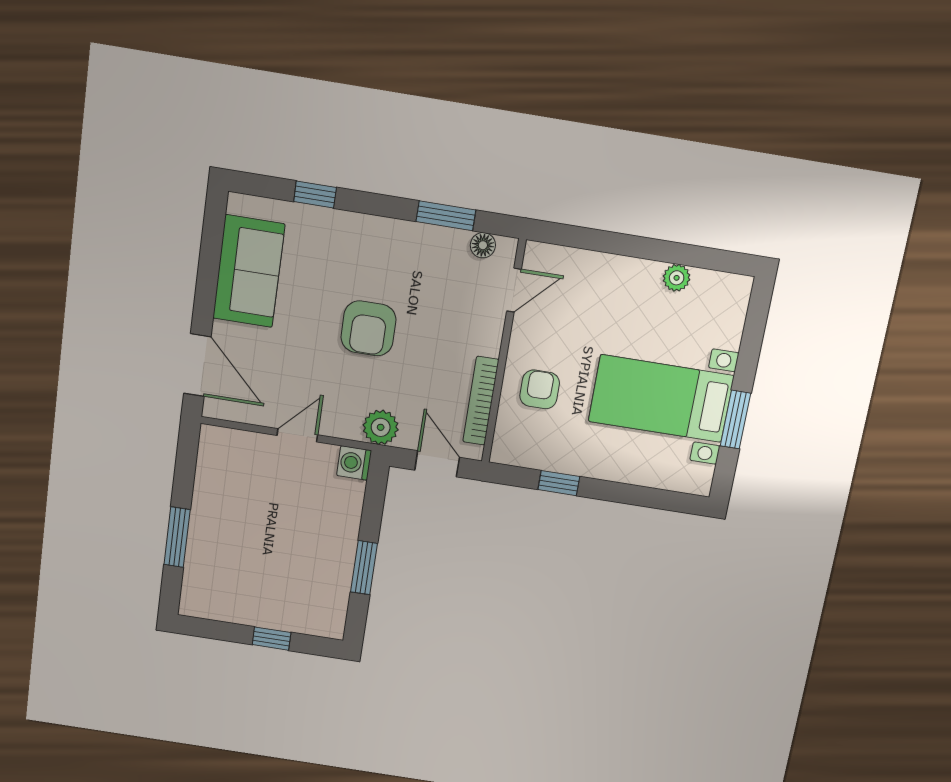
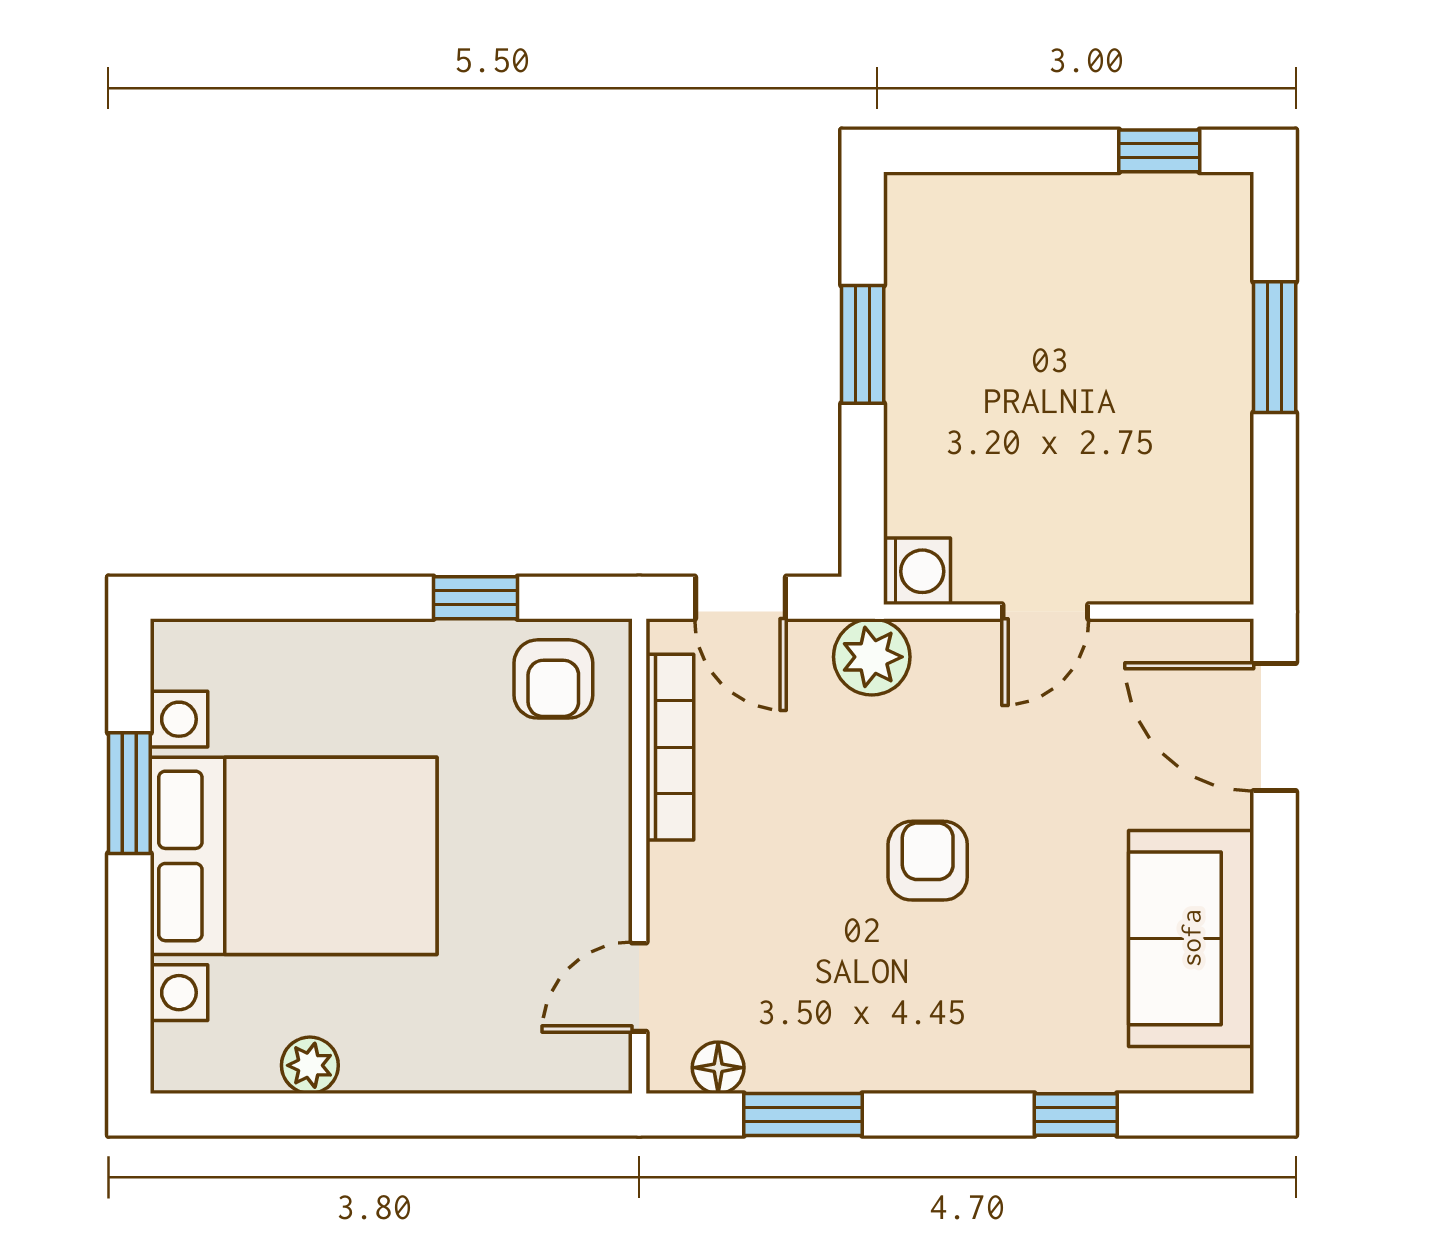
armchair: (368, 328) -> (928, 861), width x0.72, depth x0.72
armchair: (540, 389) -> (553, 679), moved
bed with nightstands: (661, 399) -> (294, 856), width x1.36
window: (272, 639) -> (1159, 151), moved

